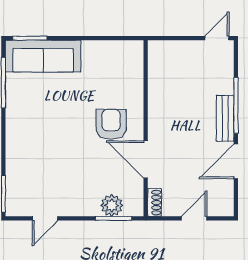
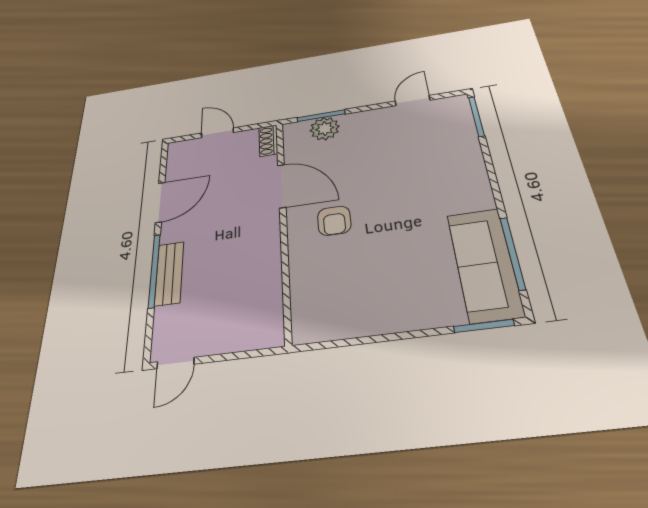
sofa: (43, 56) -> (484, 264), moved, turned -90
bench: (225, 118) -> (169, 273), moved
armchair: (111, 124) -> (334, 221), width x0.72, depth x0.72
door: (194, 218) -> (217, 133), swing flipped

